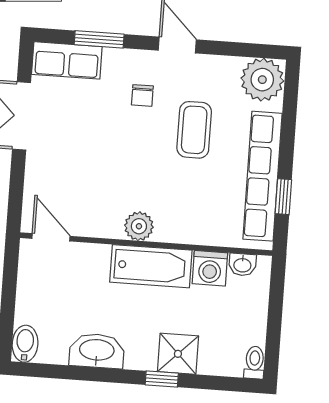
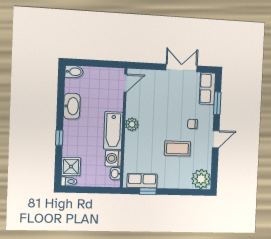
row of seats: (263, 176) -> (142, 181), width x0.50
shower: (178, 354) -> (71, 167), moved

